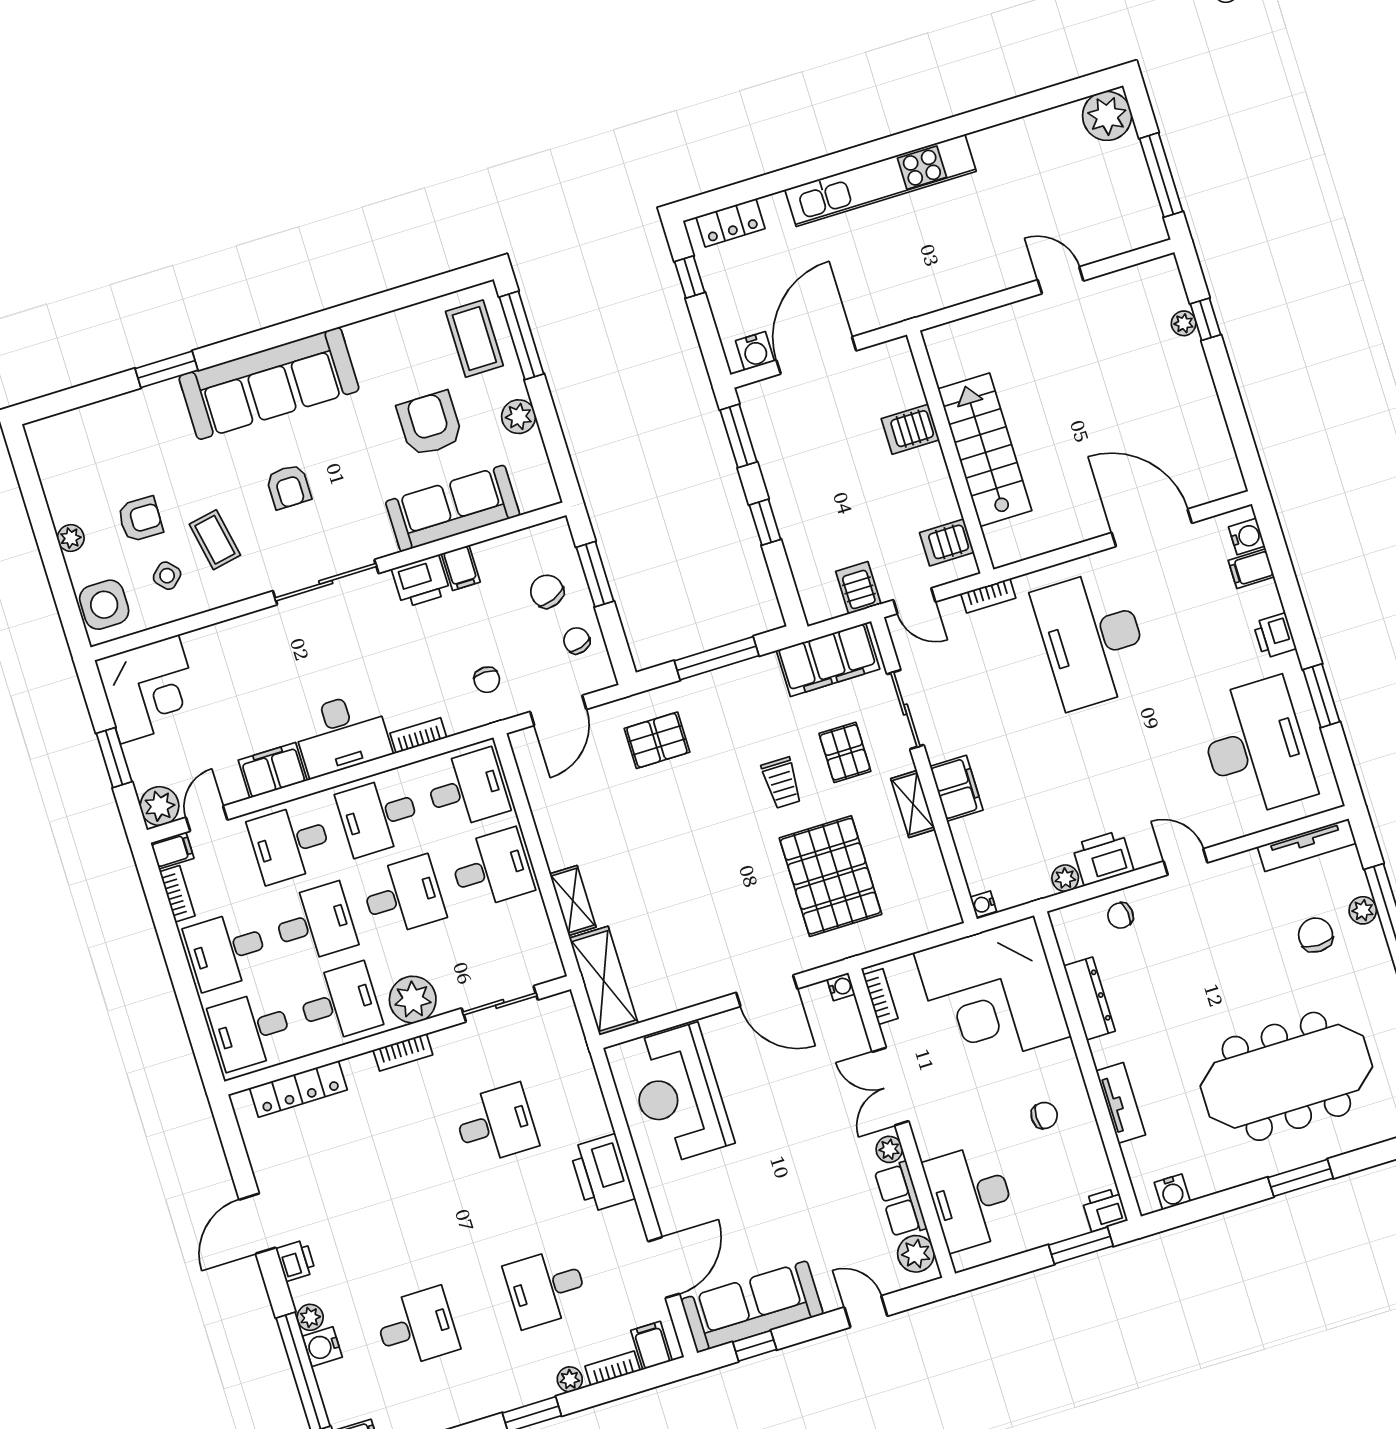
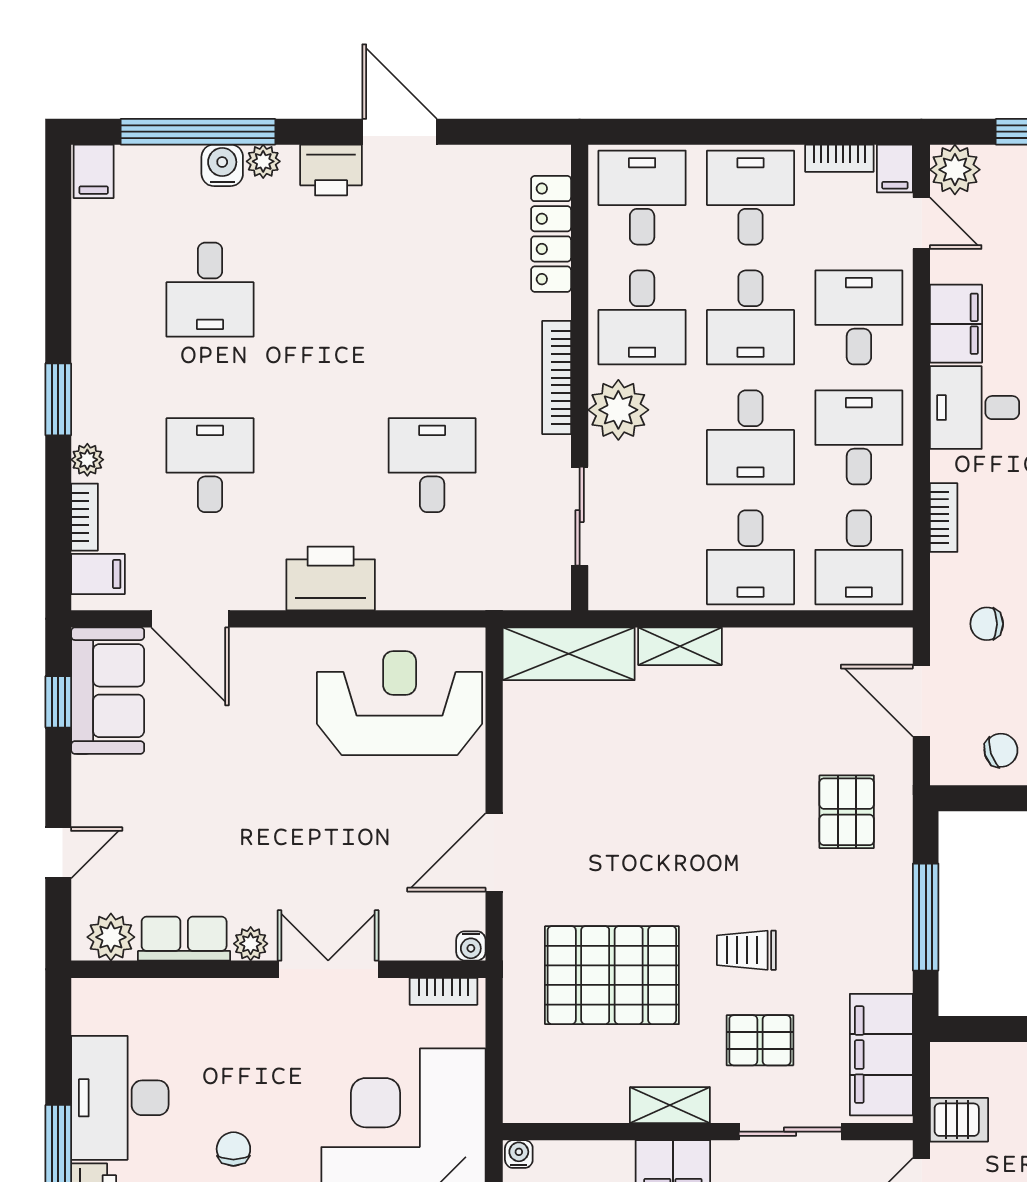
desk: (342, 734) -> (975, 408), width x0.73
bookcase: (403, 1052) -> (557, 378), width x1.56
chair: (1044, 1115) -> (233, 1149), turned 180
desk: (496, 1124) -> (432, 465), turned 180
desk: (971, 1197) -> (120, 1098), moved, turned -90
printer: (296, 1260) -> (331, 170), width x1.36, depth x1.24
sofa: (752, 1307) -> (108, 691), width x0.73

